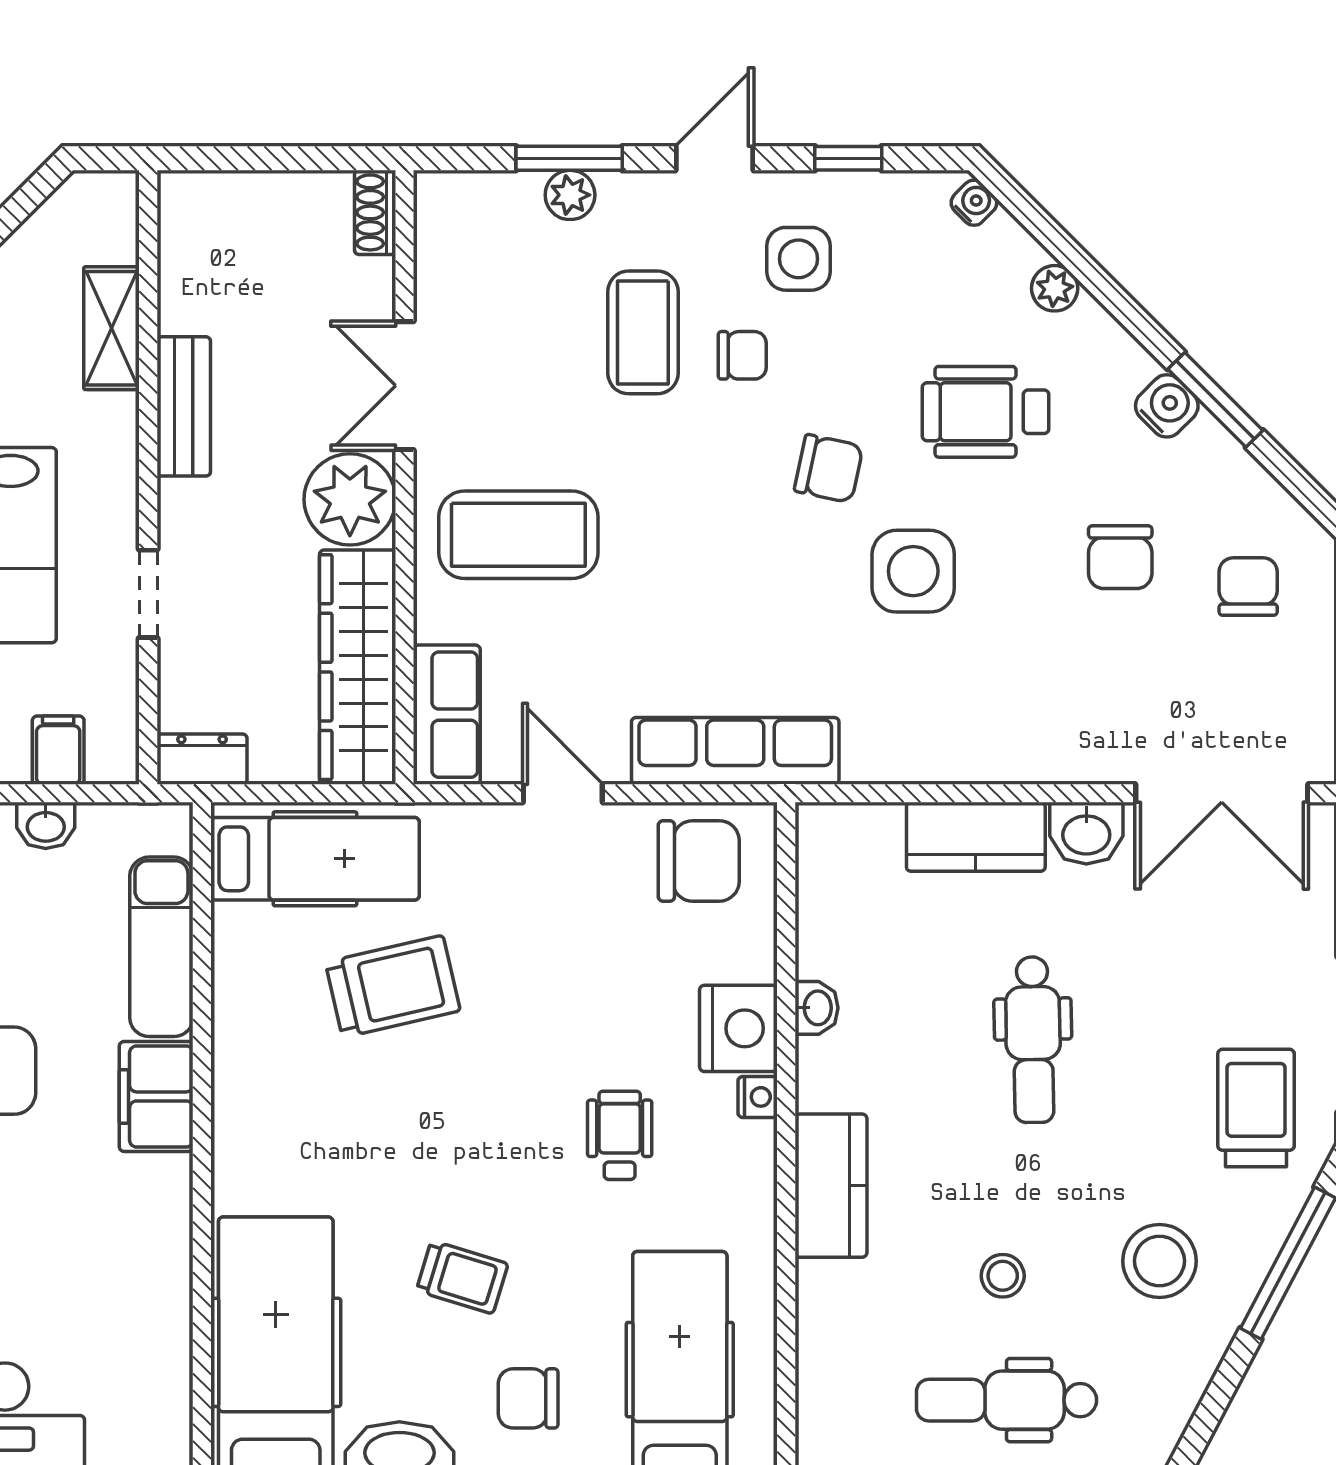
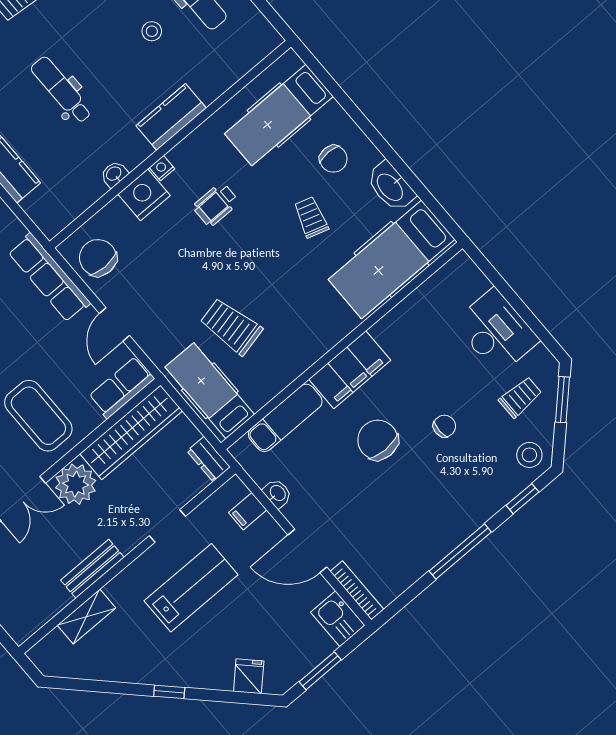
dental chair: (1033, 1040) -> (61, 90), turned -89
filing cabinet: (156, 1096) -> (350, 370), width x1.50, depth x1.17

